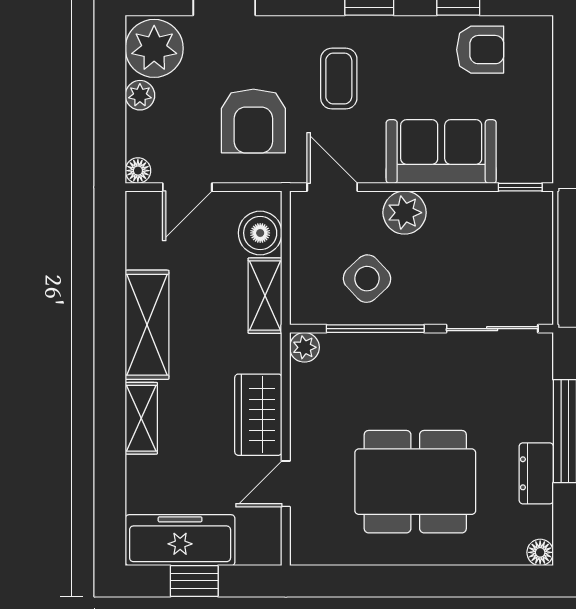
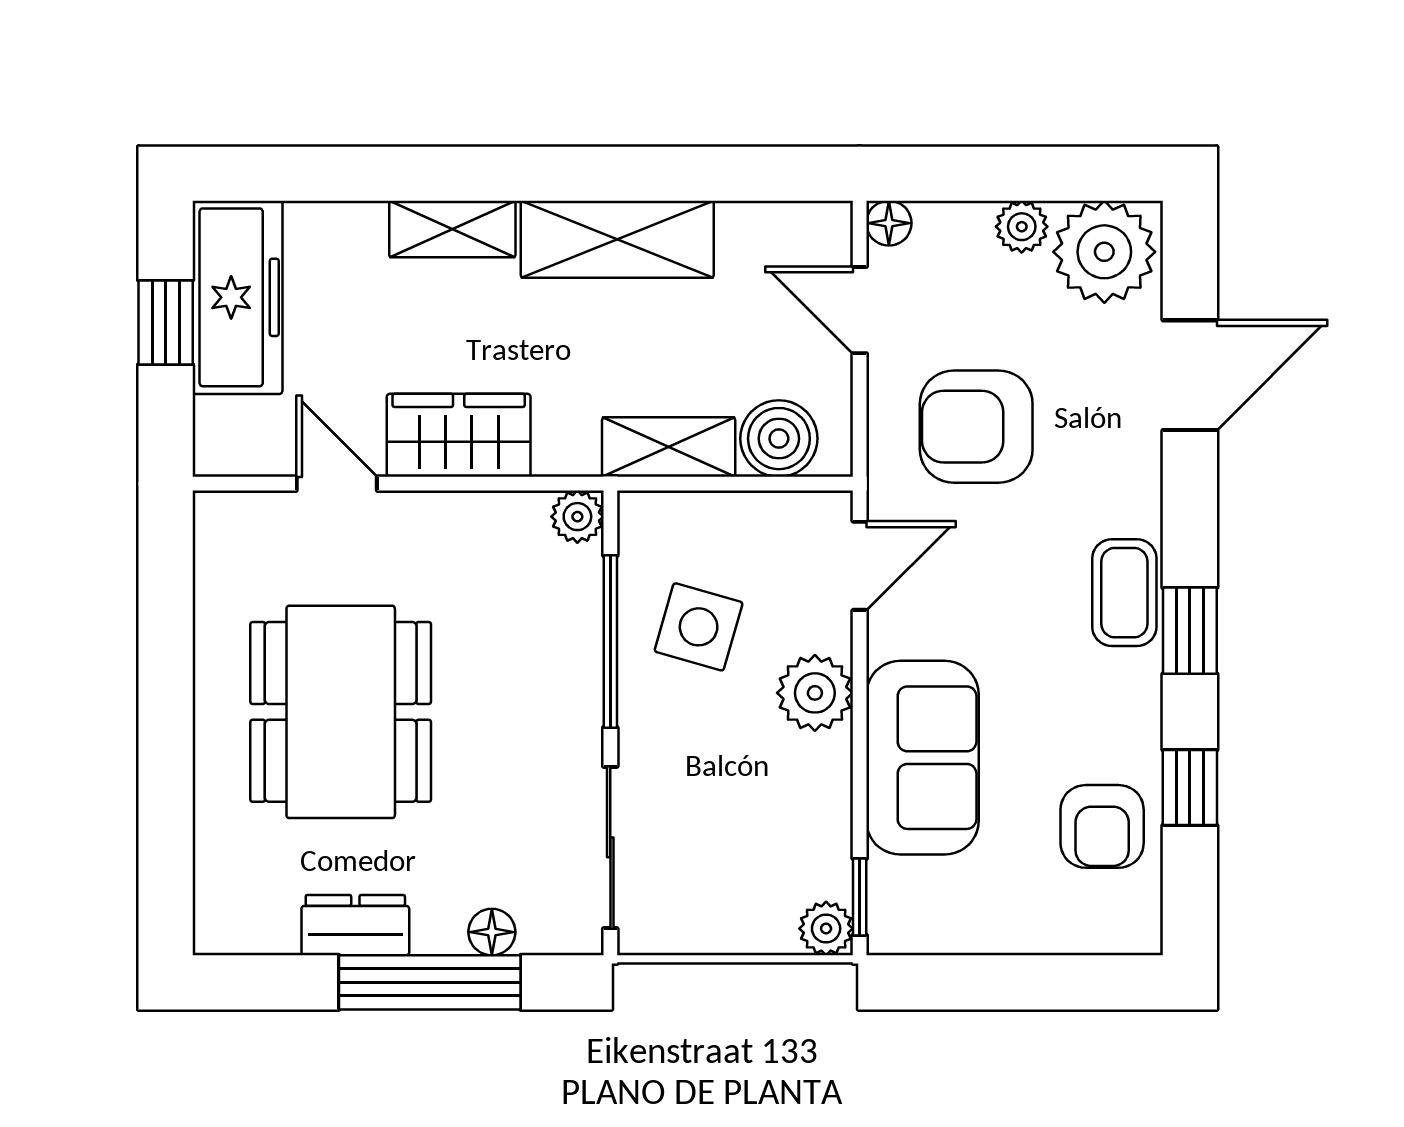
coffee table: (339, 79) -> (1124, 593), moved, turned 90
plant: (538, 206) -> (826, 929), added
side table: (367, 279) -> (699, 627), turned -31
floor lamp: (540, 552) -> (492, 932), moved

